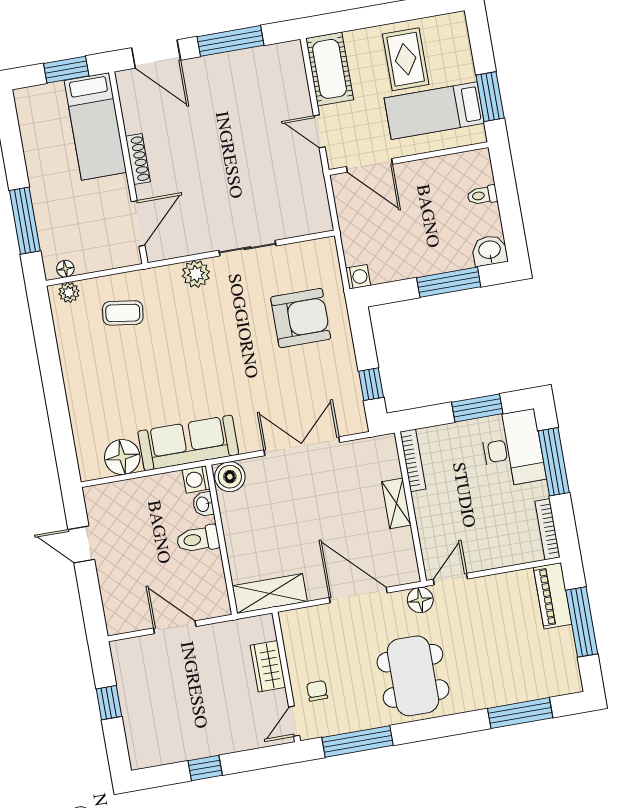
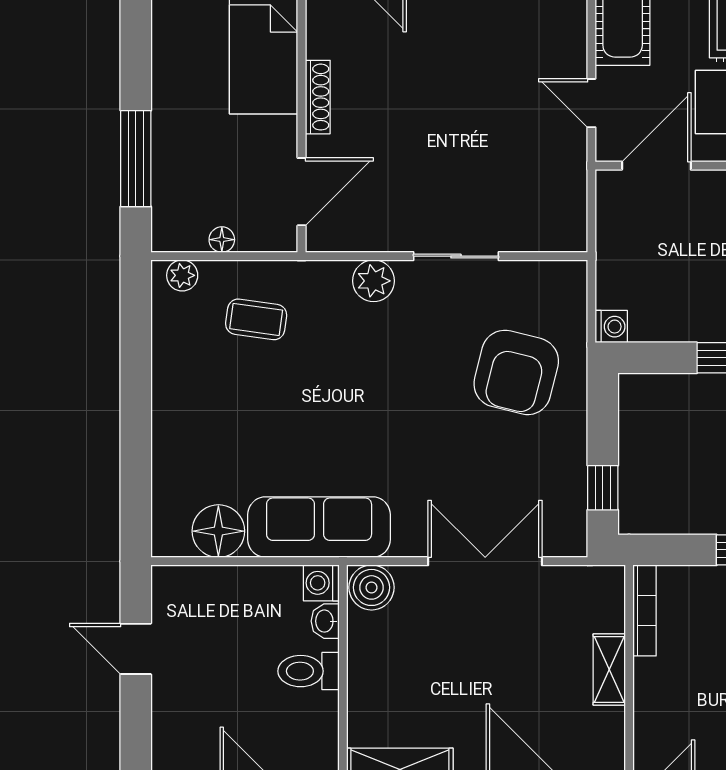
door: (369, 165) -> (656, 166), swing flipped
floor lamp: (65, 269) -> (222, 240), moved
armchair: (301, 318) -> (516, 372), turned 104

